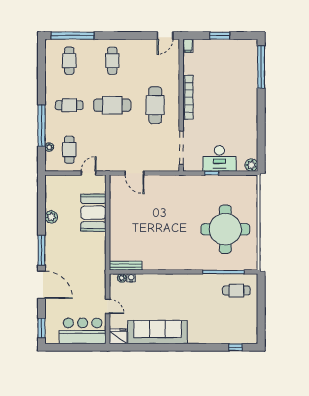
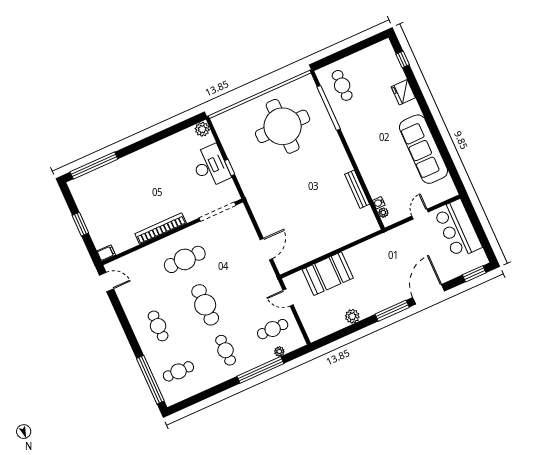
cafe table: (112, 61) -> (158, 326), turned 90
bench: (126, 266) -> (357, 189), moved
fridge: (118, 336) -> (403, 92), moved

